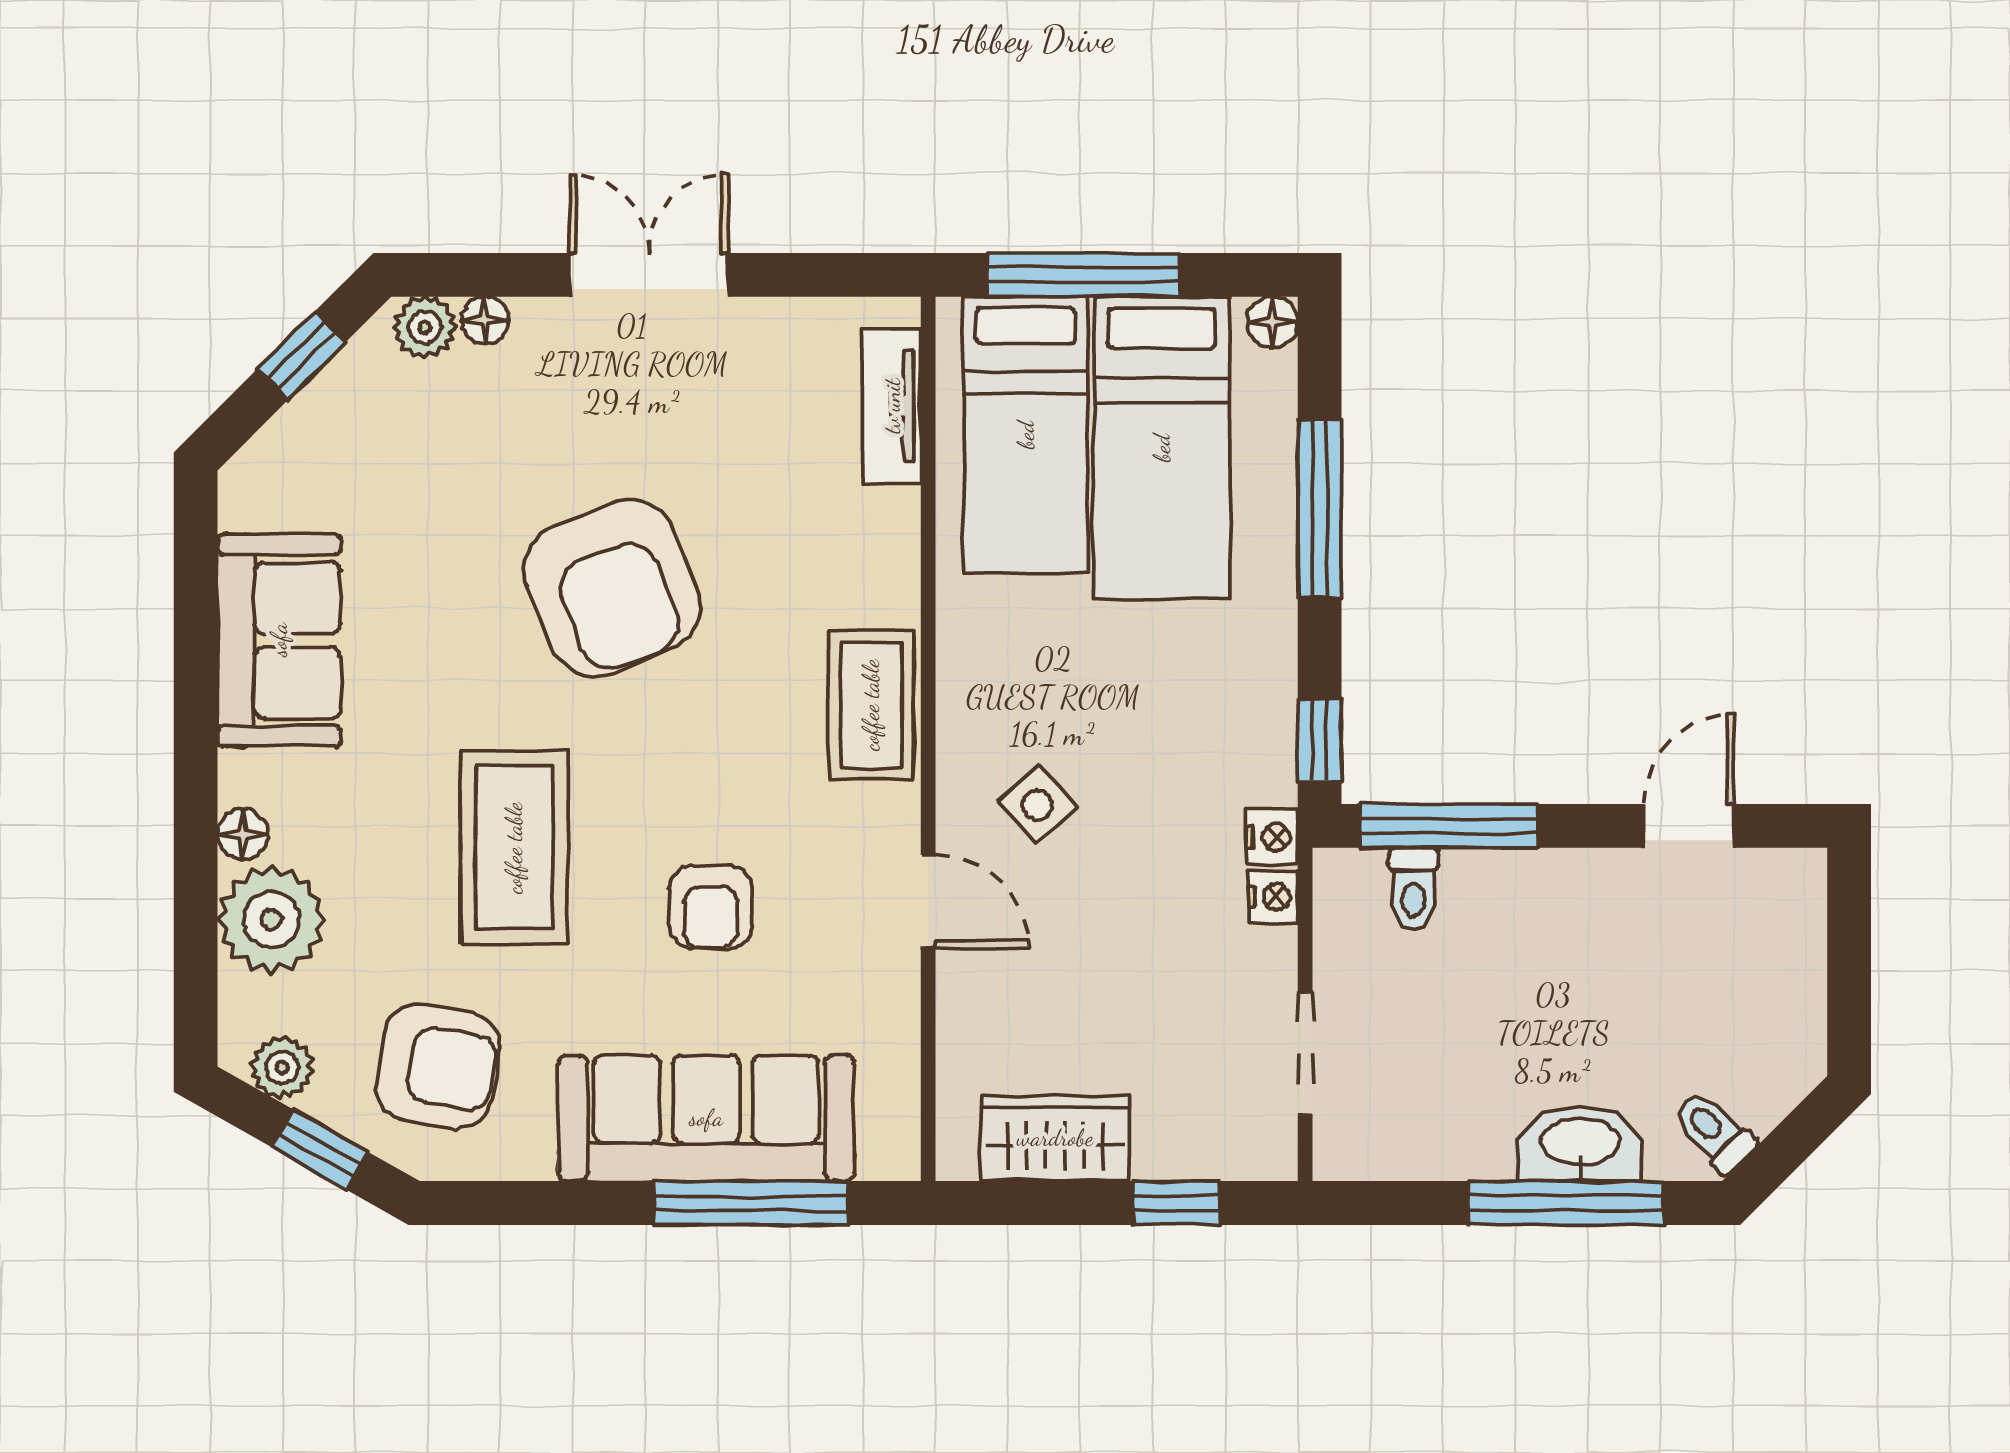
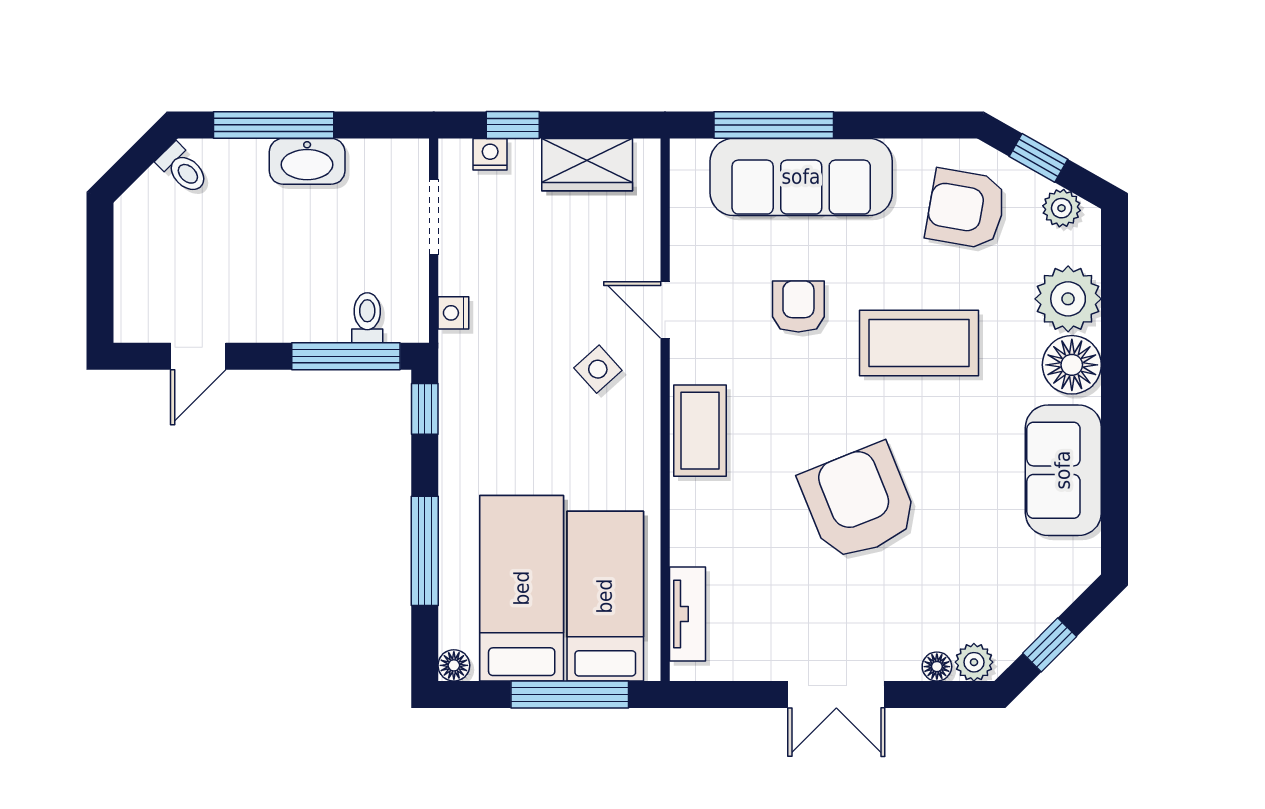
floor lamp: (243, 834) -> (1072, 365), width x1.89, depth x1.89
nightstand: (1272, 837) -> (490, 154), moved, turned 90
coffee table: (514, 848) -> (919, 343), turned 90
washbasin: (1580, 1144) -> (307, 161), moved

